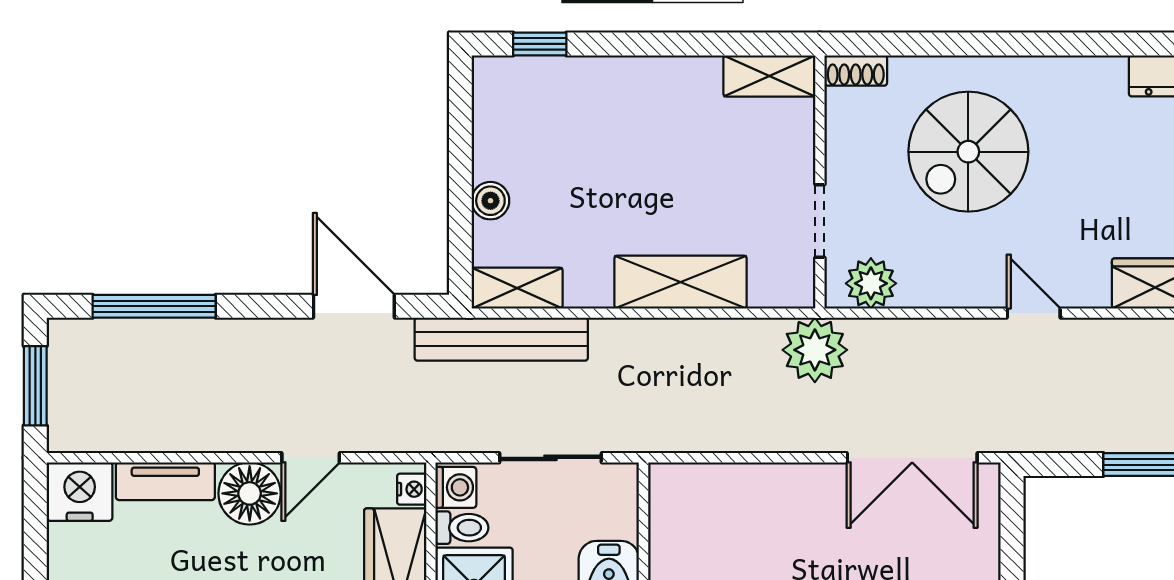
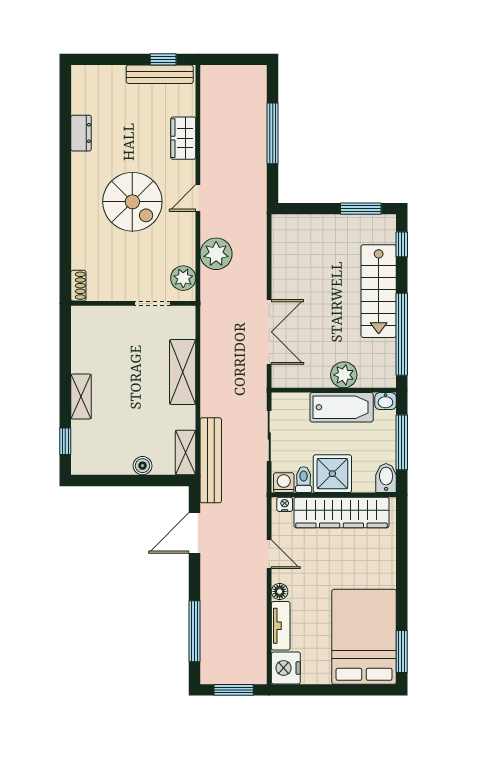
shelving: (769, 76) -> (81, 397), moved
spiral stairs: (968, 152) -> (132, 202), moved
plant: (815, 350) -> (216, 254), moved
double door: (912, 458) -> (269, 332), moved
floor lamp: (250, 493) -> (280, 591), width x0.53, depth x0.53

